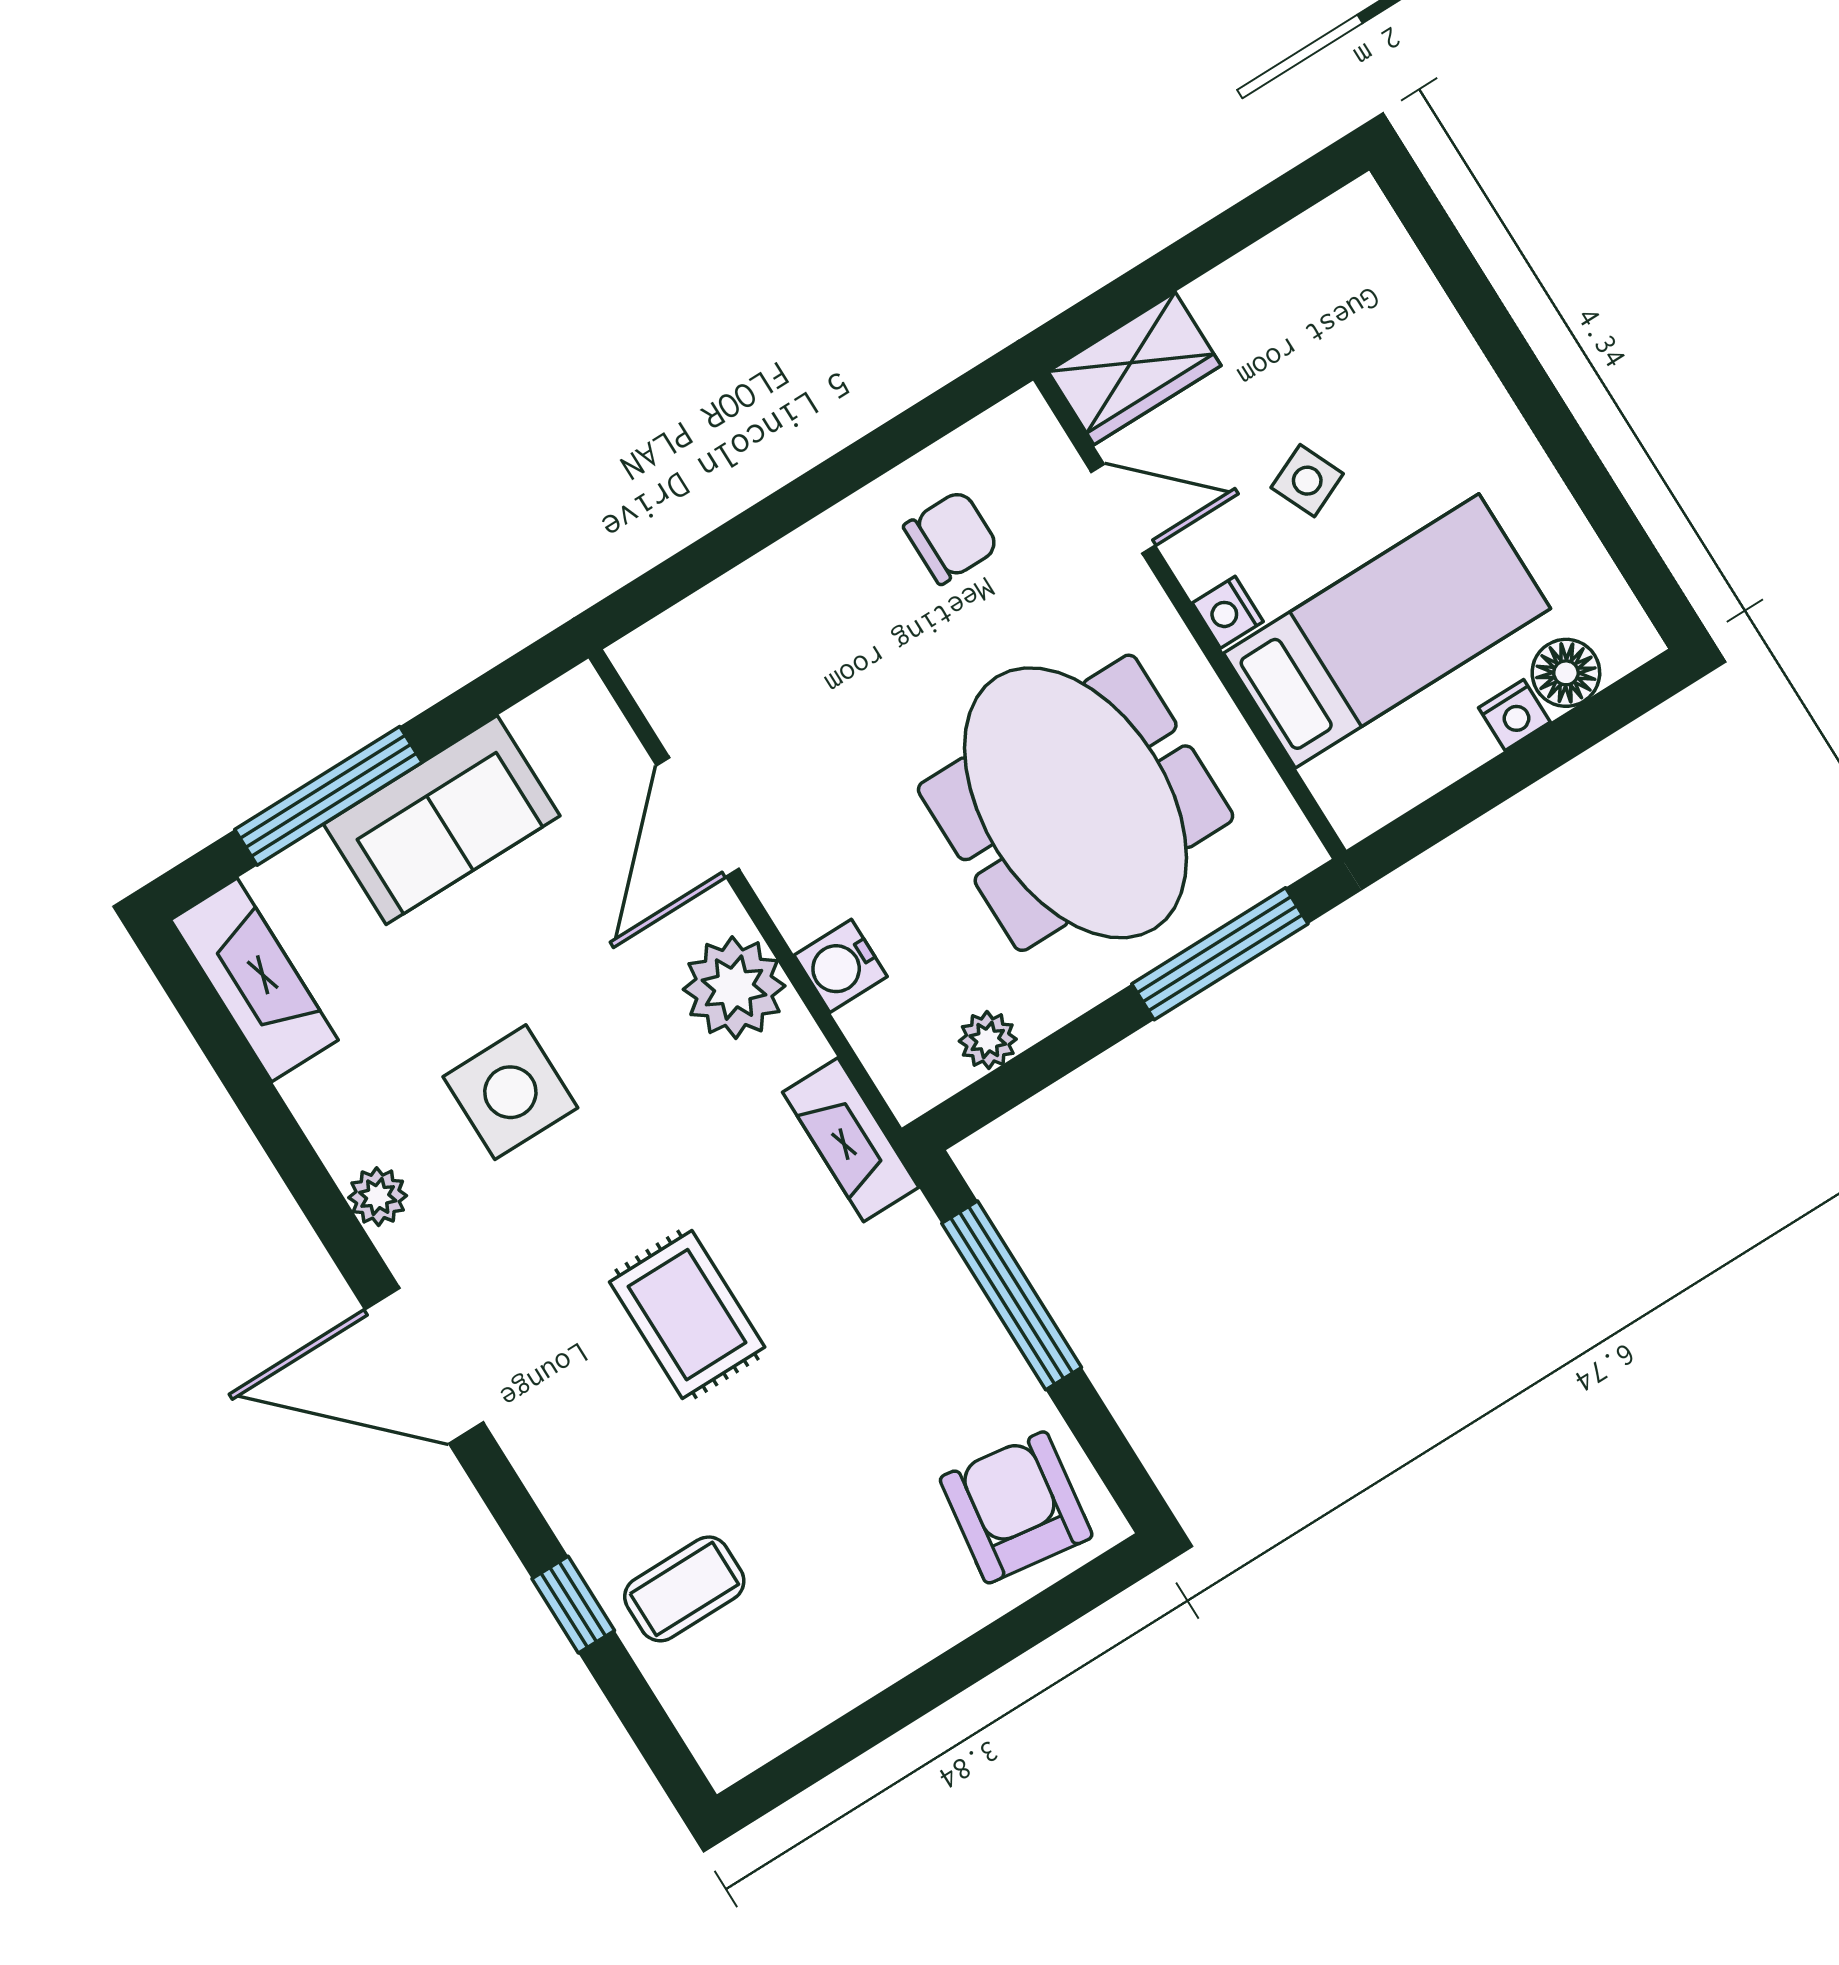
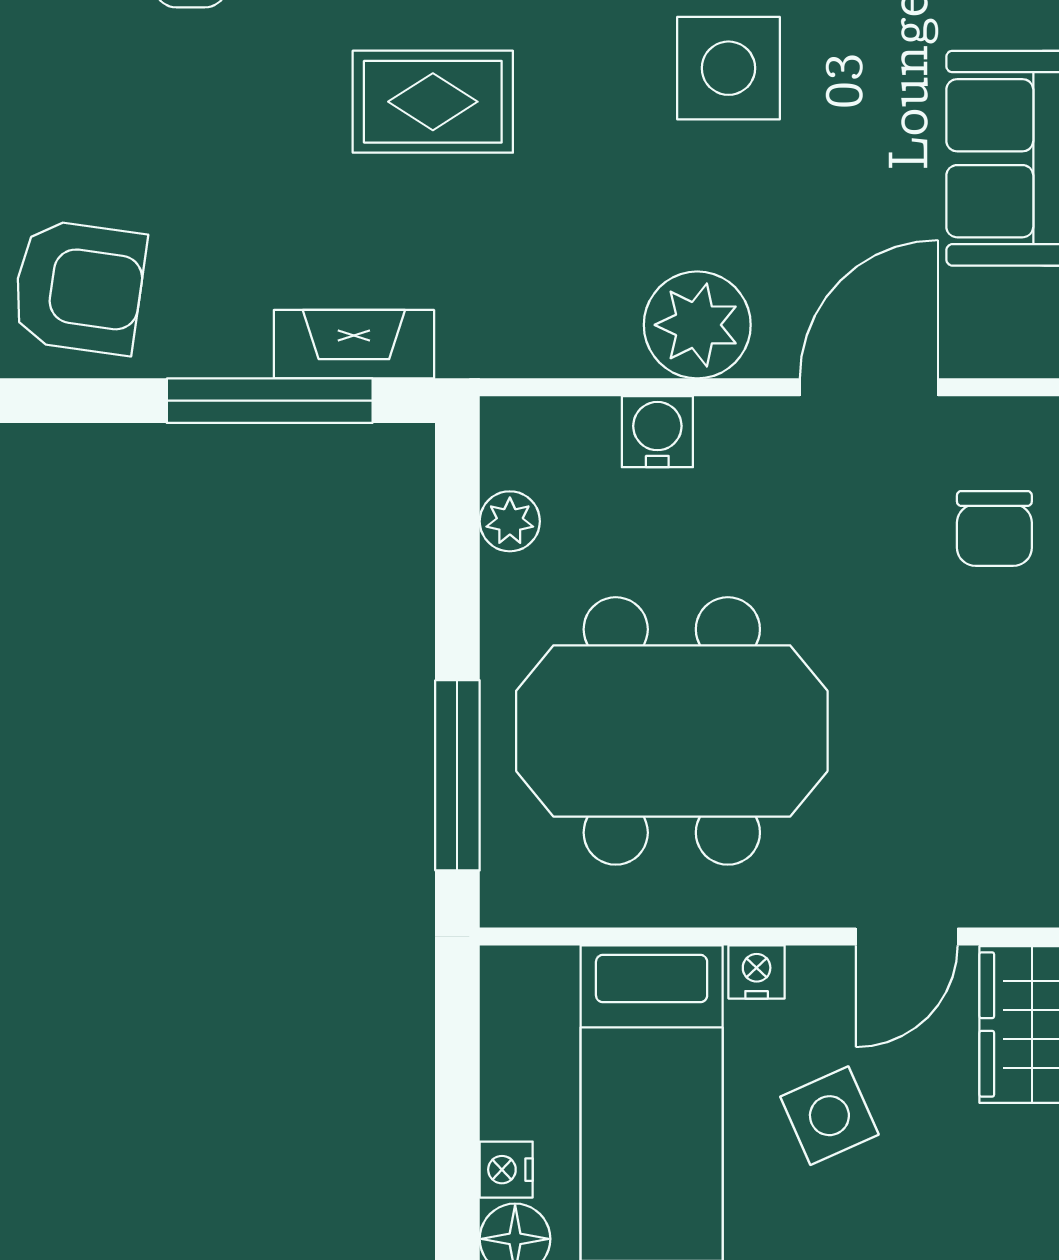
side table: (1307, 481) -> (829, 1116), width x1.37, depth x1.37
chair: (951, 537) -> (994, 528), moved
door: (698, 817) -> (869, 387), hinge flipped
fireplace: (851, 1140) -> (354, 344), moved

